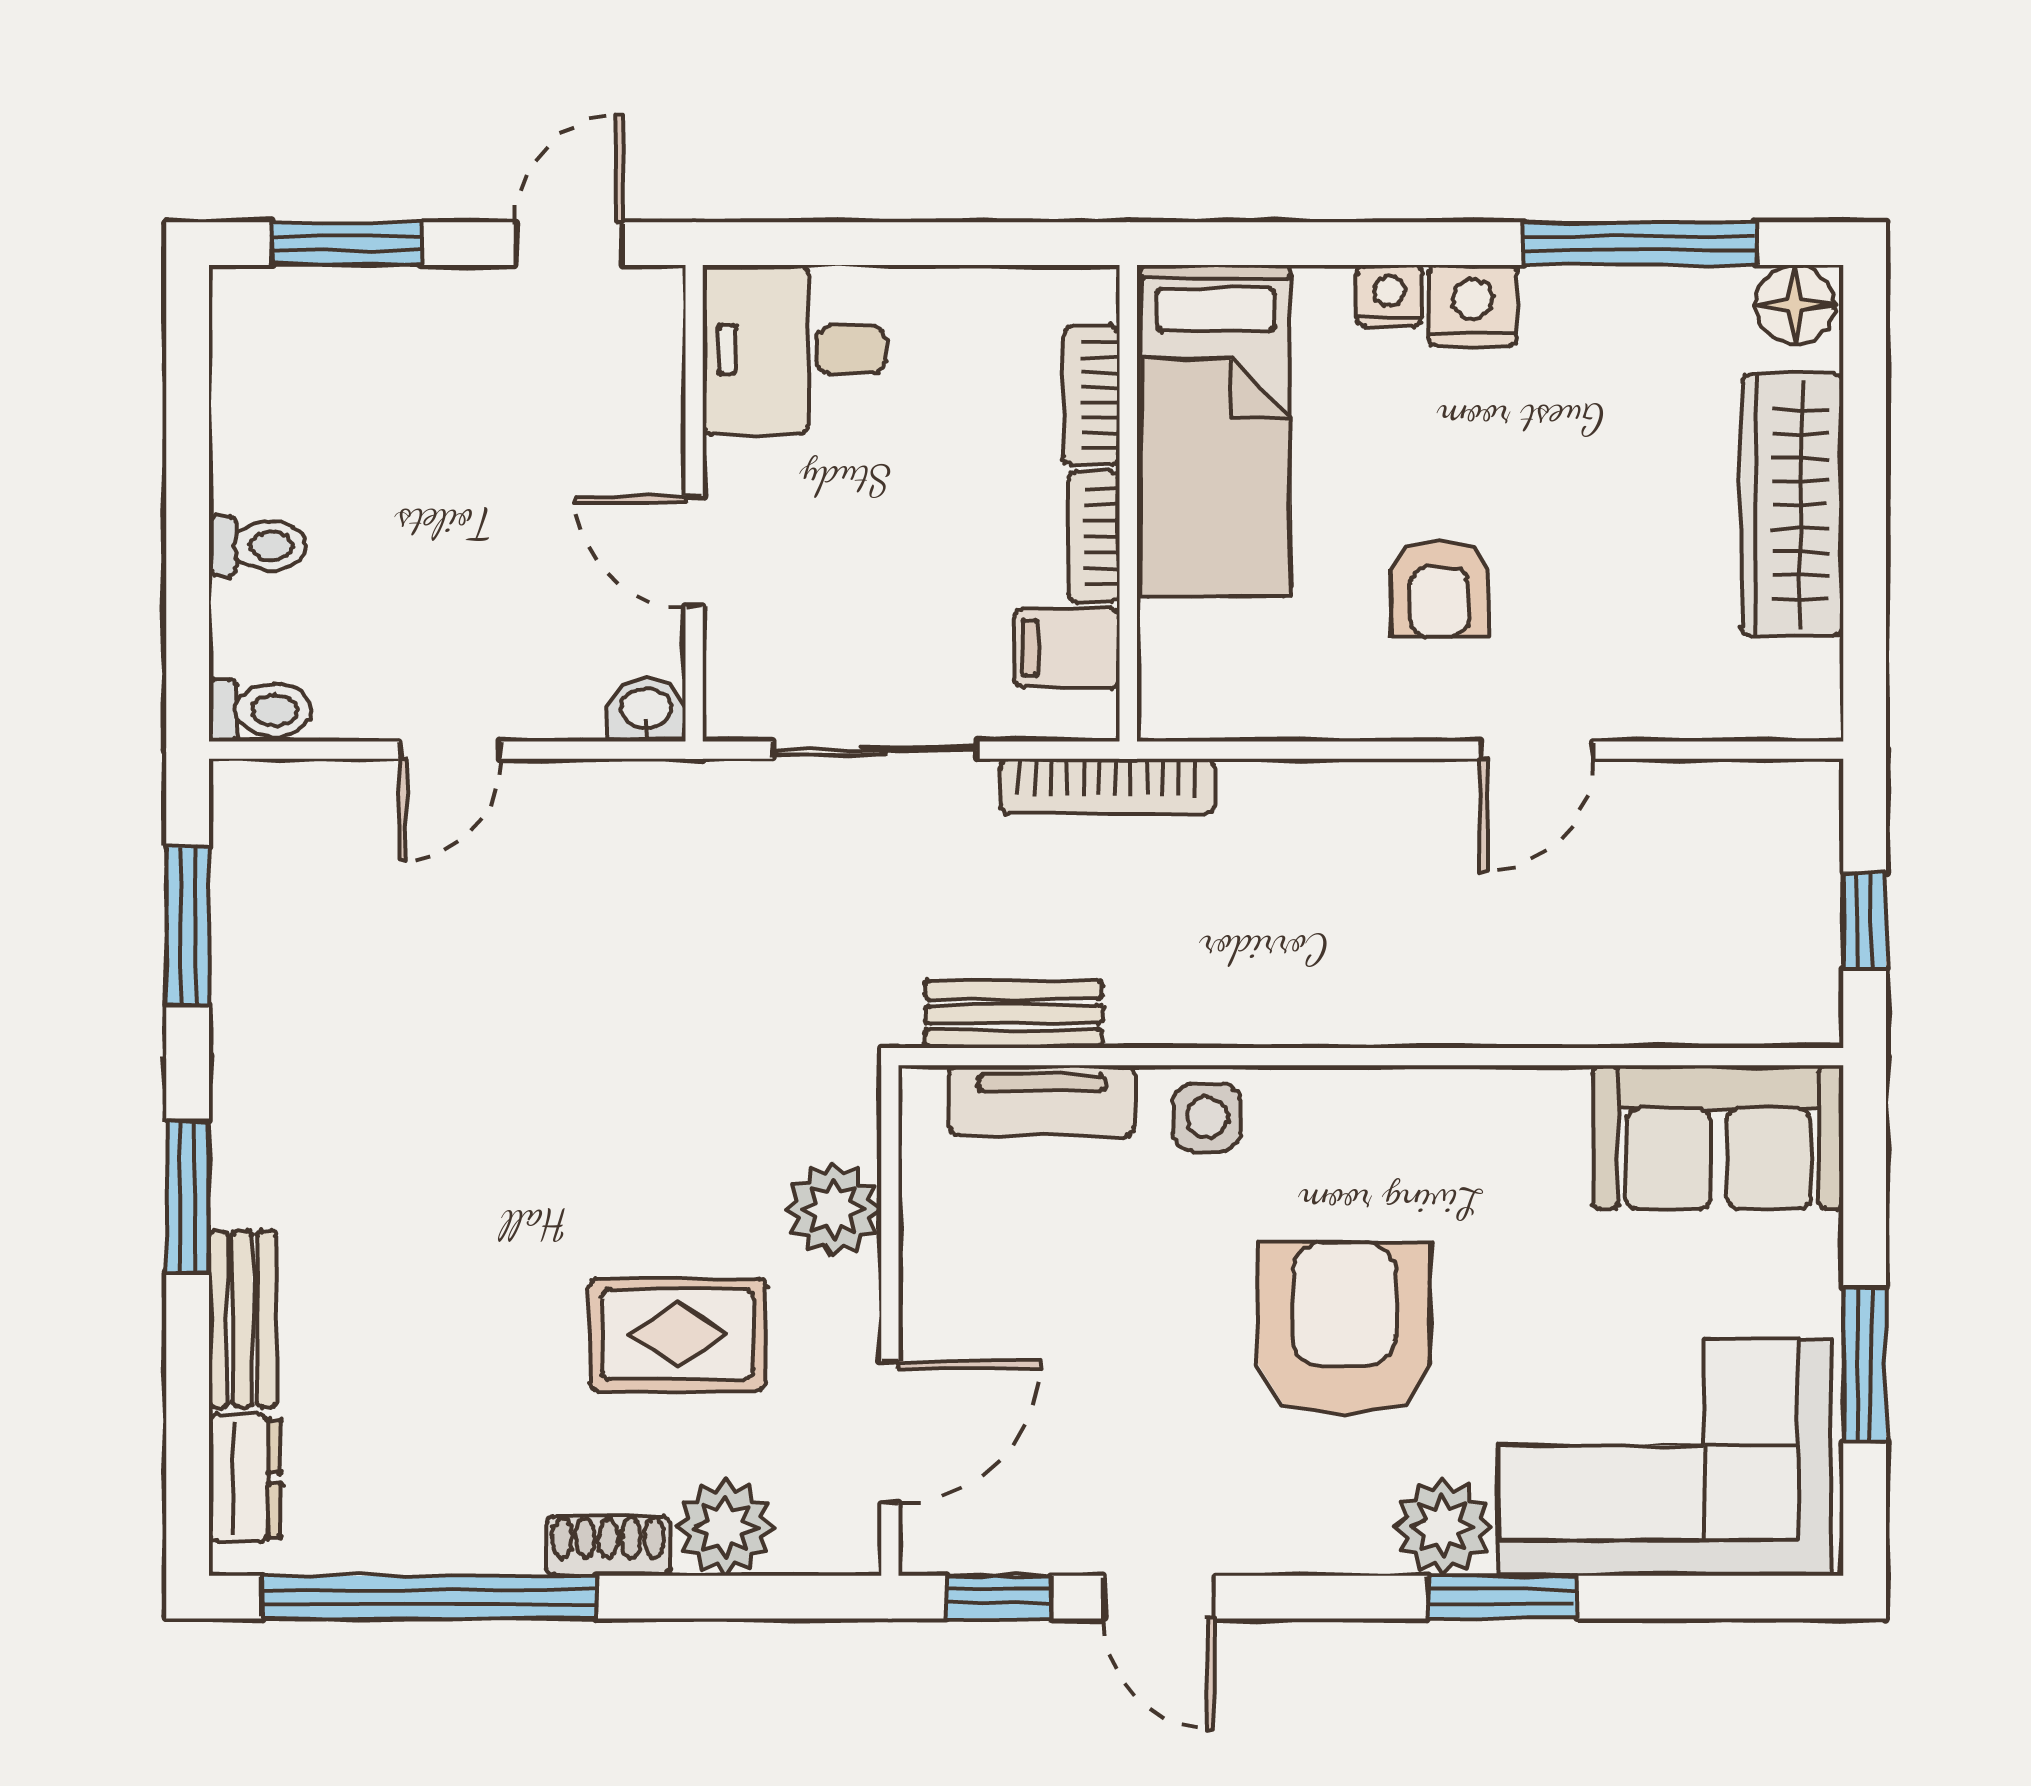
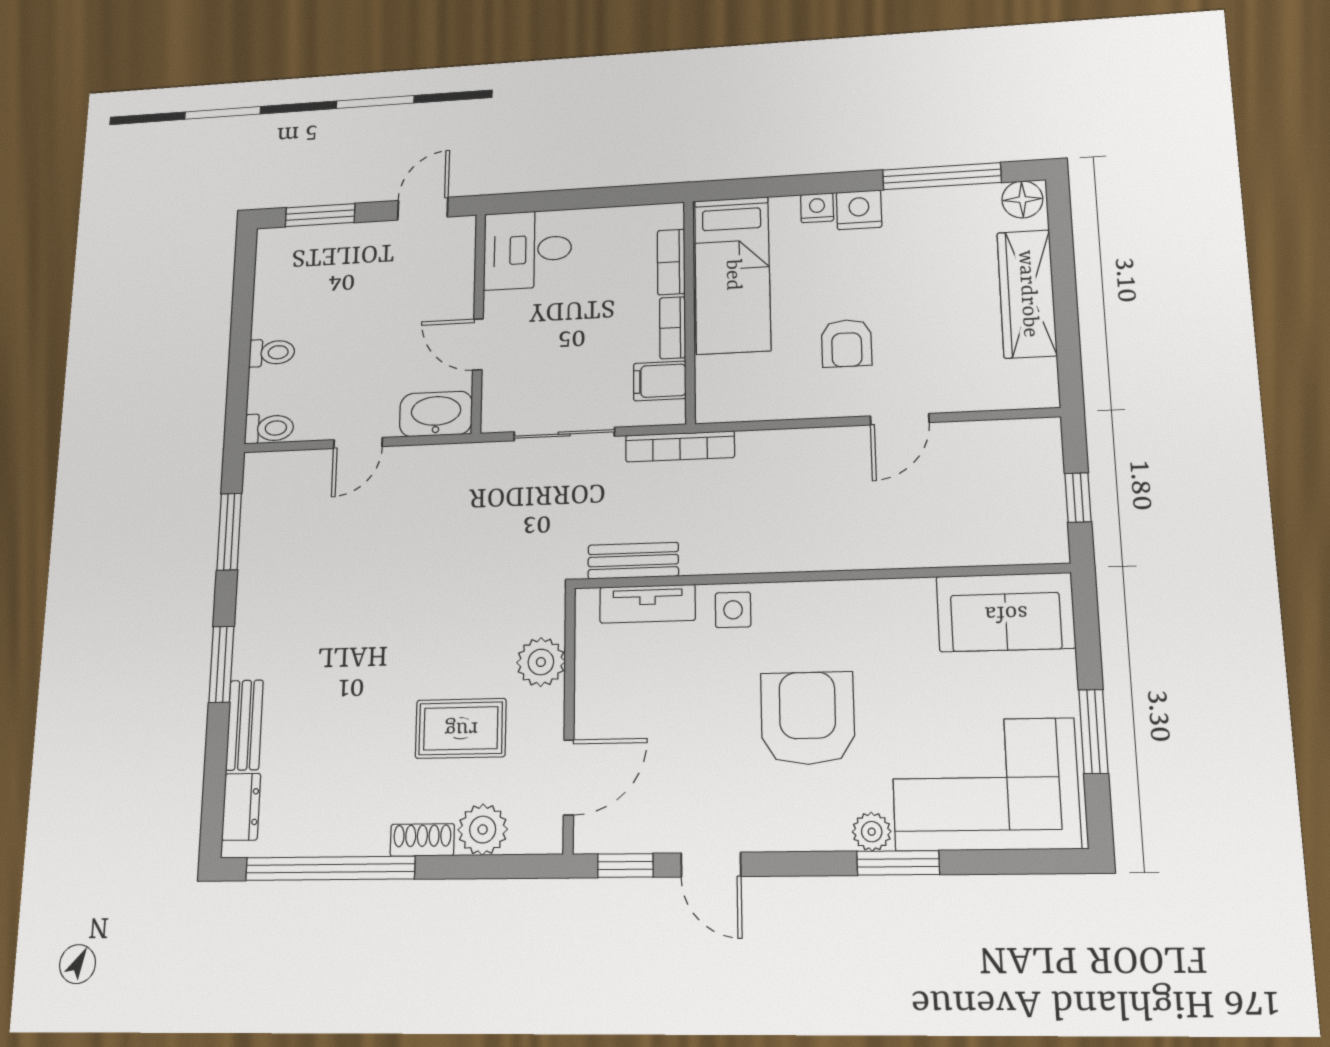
washbasin: (646, 710) -> (436, 414), width x1.91, depth x1.45
plant: (1443, 1527) -> (872, 832), width x0.73, depth x0.73

